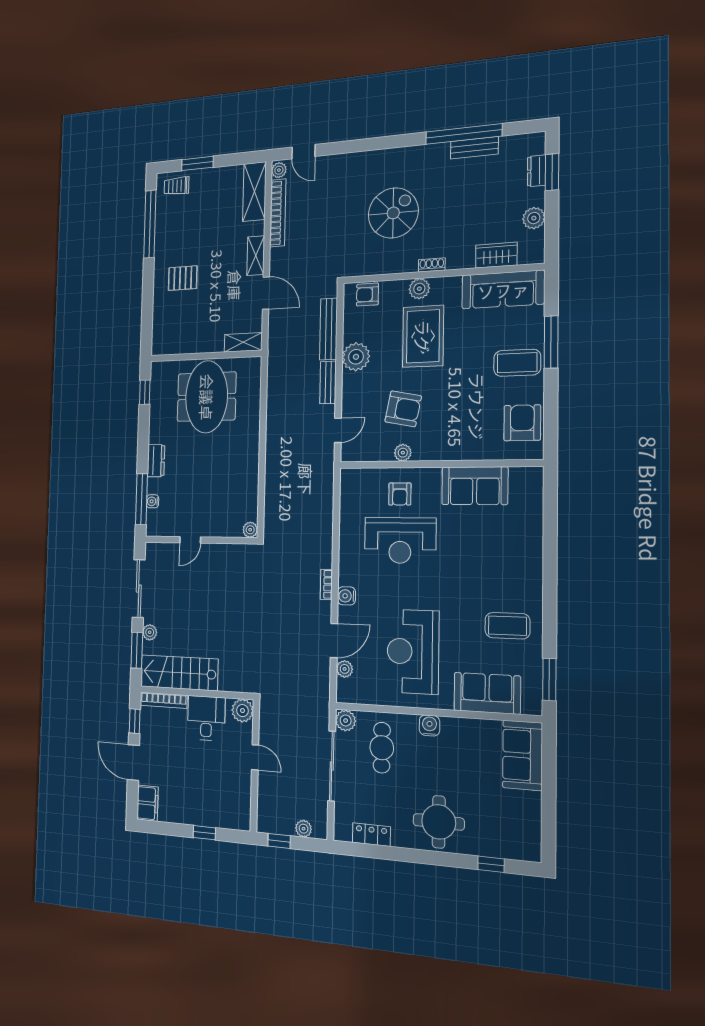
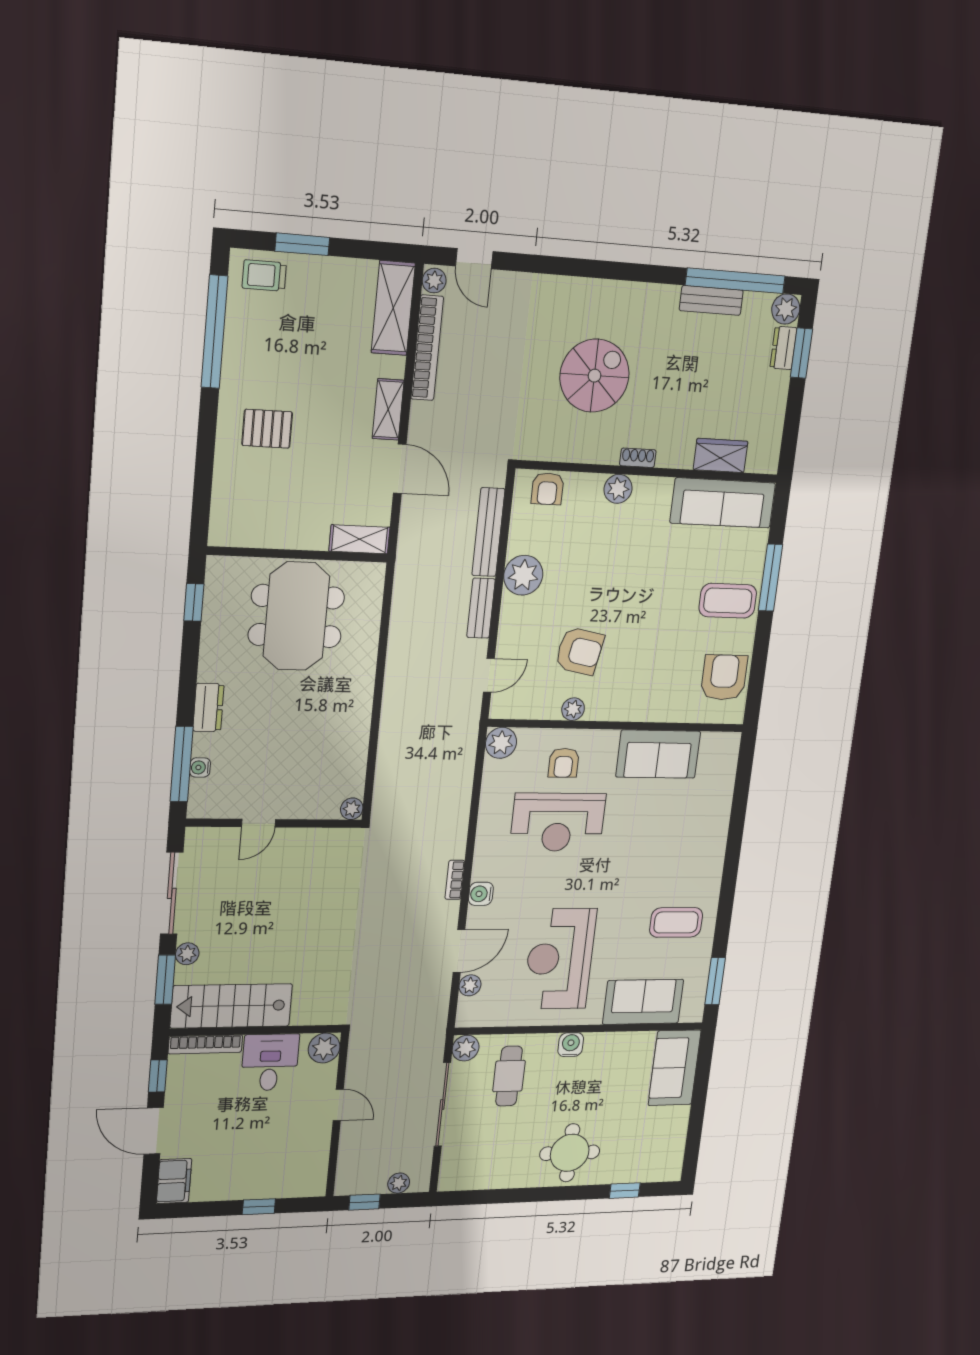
window: (464, 134) -> (735, 281), moved
plant: (534, 218) -> (786, 309), moved
armchair: (367, 295) -> (547, 489), turned -90
rug: (423, 336) -> (616, 555), removed
plant: (351, 480) -> (501, 743), added
locker: (371, 835) -> (486, 1178), removed

